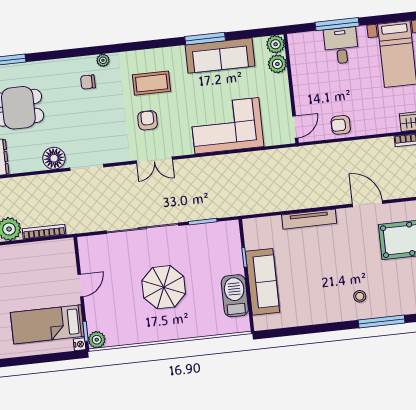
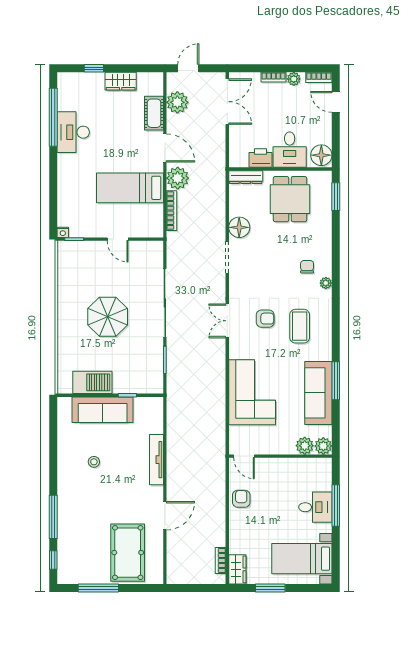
stool: (360, 296) -> (94, 462), moved
bed: (47, 324) -> (130, 188), moved, turned -90
plant: (97, 340) -> (65, 249), removed

